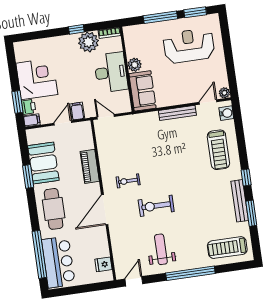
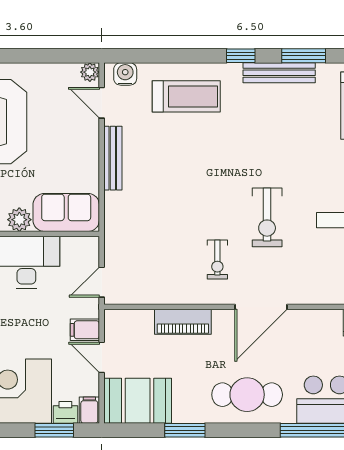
booth: (43, 163) -> (138, 401), moved
door: (105, 210) -> (261, 307), hinge flipped

